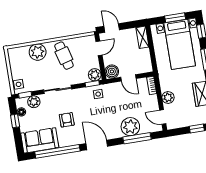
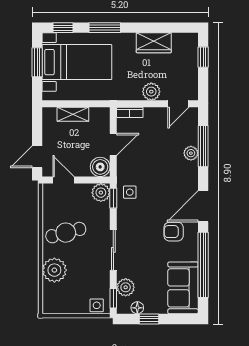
shelving: (142, 37) -> (73, 114), moved
armchair: (67, 120) -> (174, 232), moved
plant: (130, 127) -> (191, 153), width x0.53, depth x0.53

